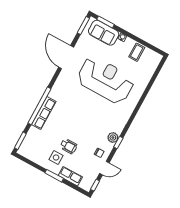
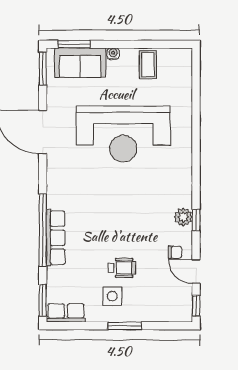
reception desk: (106, 80) -> (123, 134), turned 180
door: (104, 168) -> (196, 272), swing flipped
row of seats: (70, 176) -> (66, 313), moved

